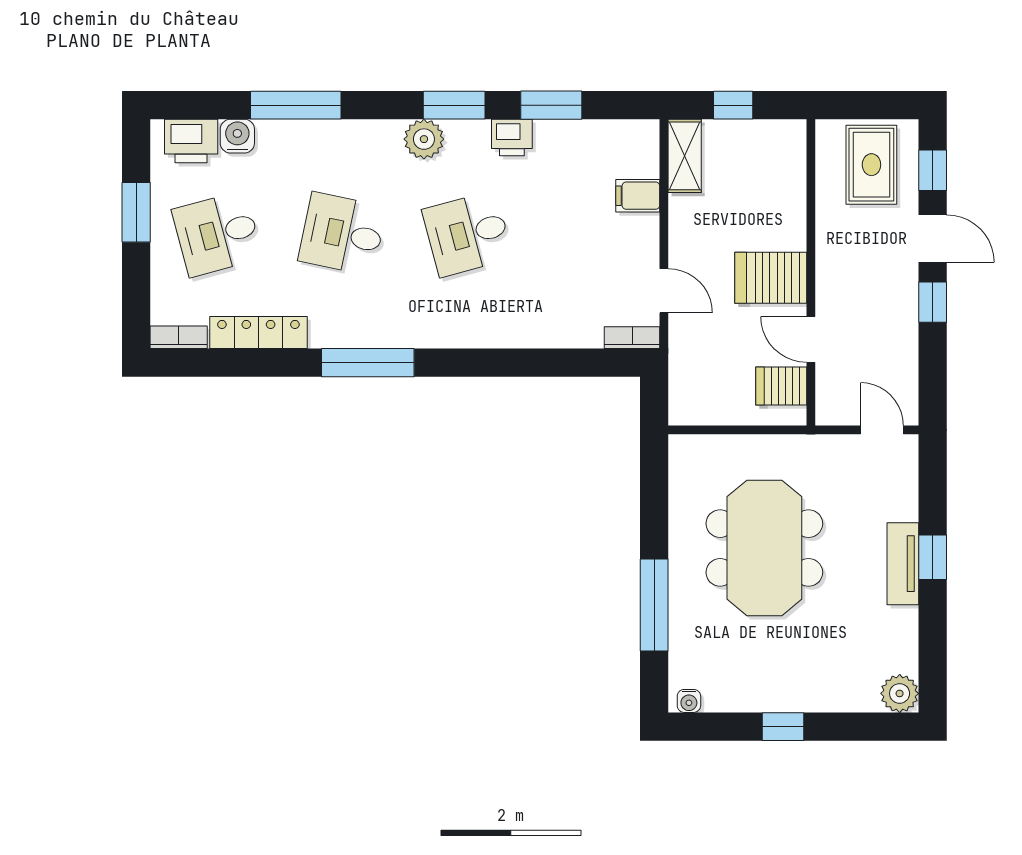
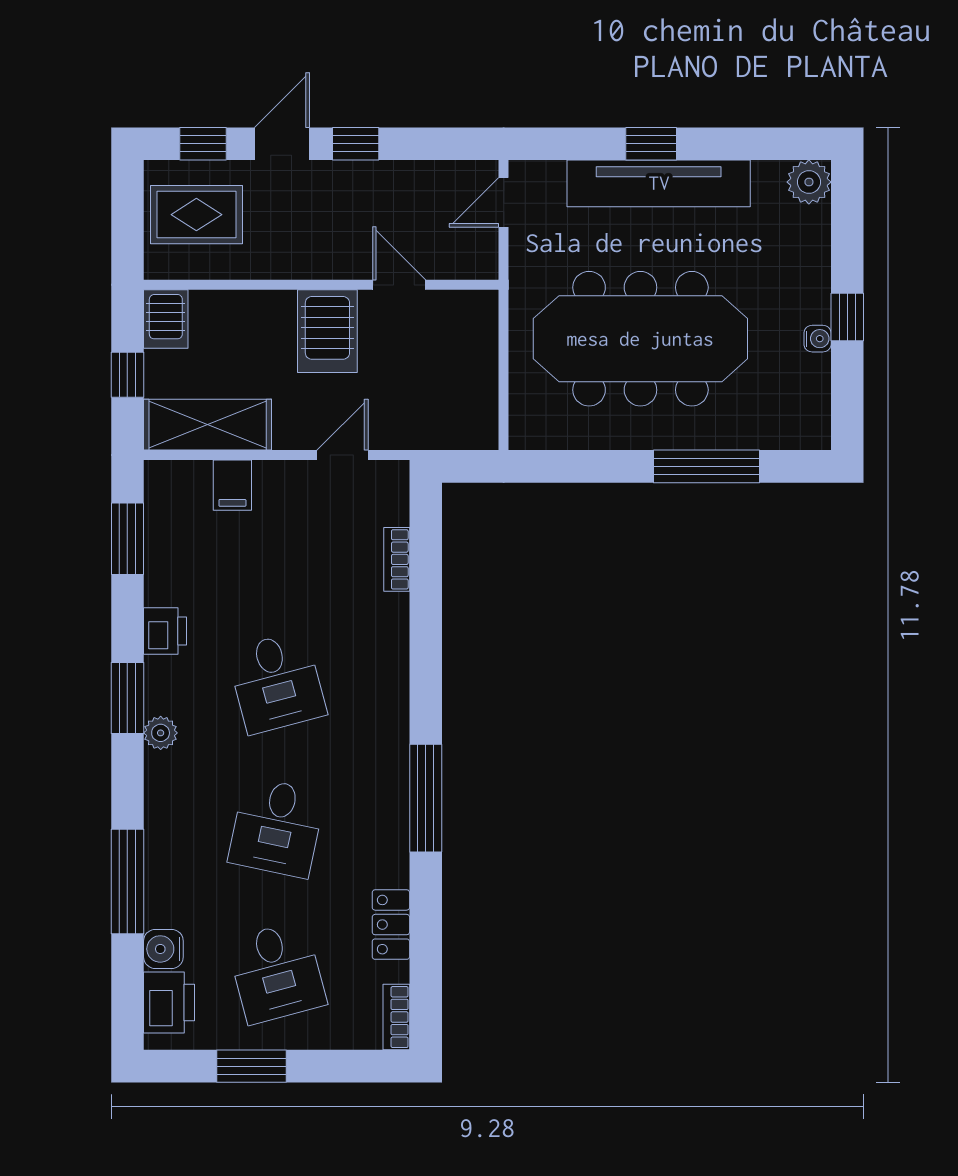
window: (551, 105) -> (127, 539), moved
plant: (424, 139) -> (161, 733), width x0.73, depth x0.73
shelving: (685, 156) -> (208, 425), width x1.50, depth x1.33
locker: (258, 333) -> (391, 925), width x0.66
bookcase: (632, 338) -> (397, 559), moved
door: (811, 340) -> (399, 285), swing flipped
server rack: (781, 386) -> (166, 319), moved
meeting table: (764, 548) -> (640, 339), width x1.36
tv unit: (903, 564) -> (659, 183), width x1.92, depth x1.29
water cooler: (689, 701) -> (818, 339), moved

